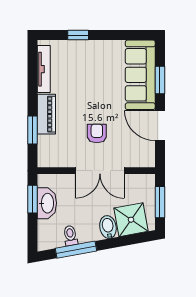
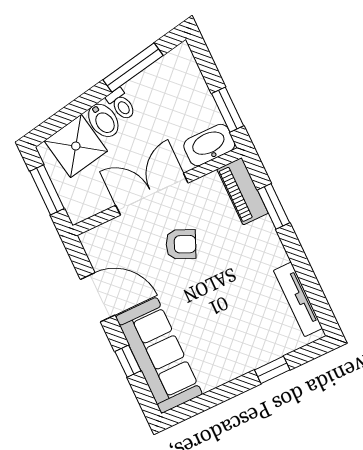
window: (160, 80) -> (128, 361), width x0.67
piano: (46, 114) -> (243, 191), moved
armchair: (97, 133) -> (181, 244), turned -66
washbasin: (47, 203) -> (209, 145), moved, turned 90
toilet: (70, 236) -> (121, 104), moved

